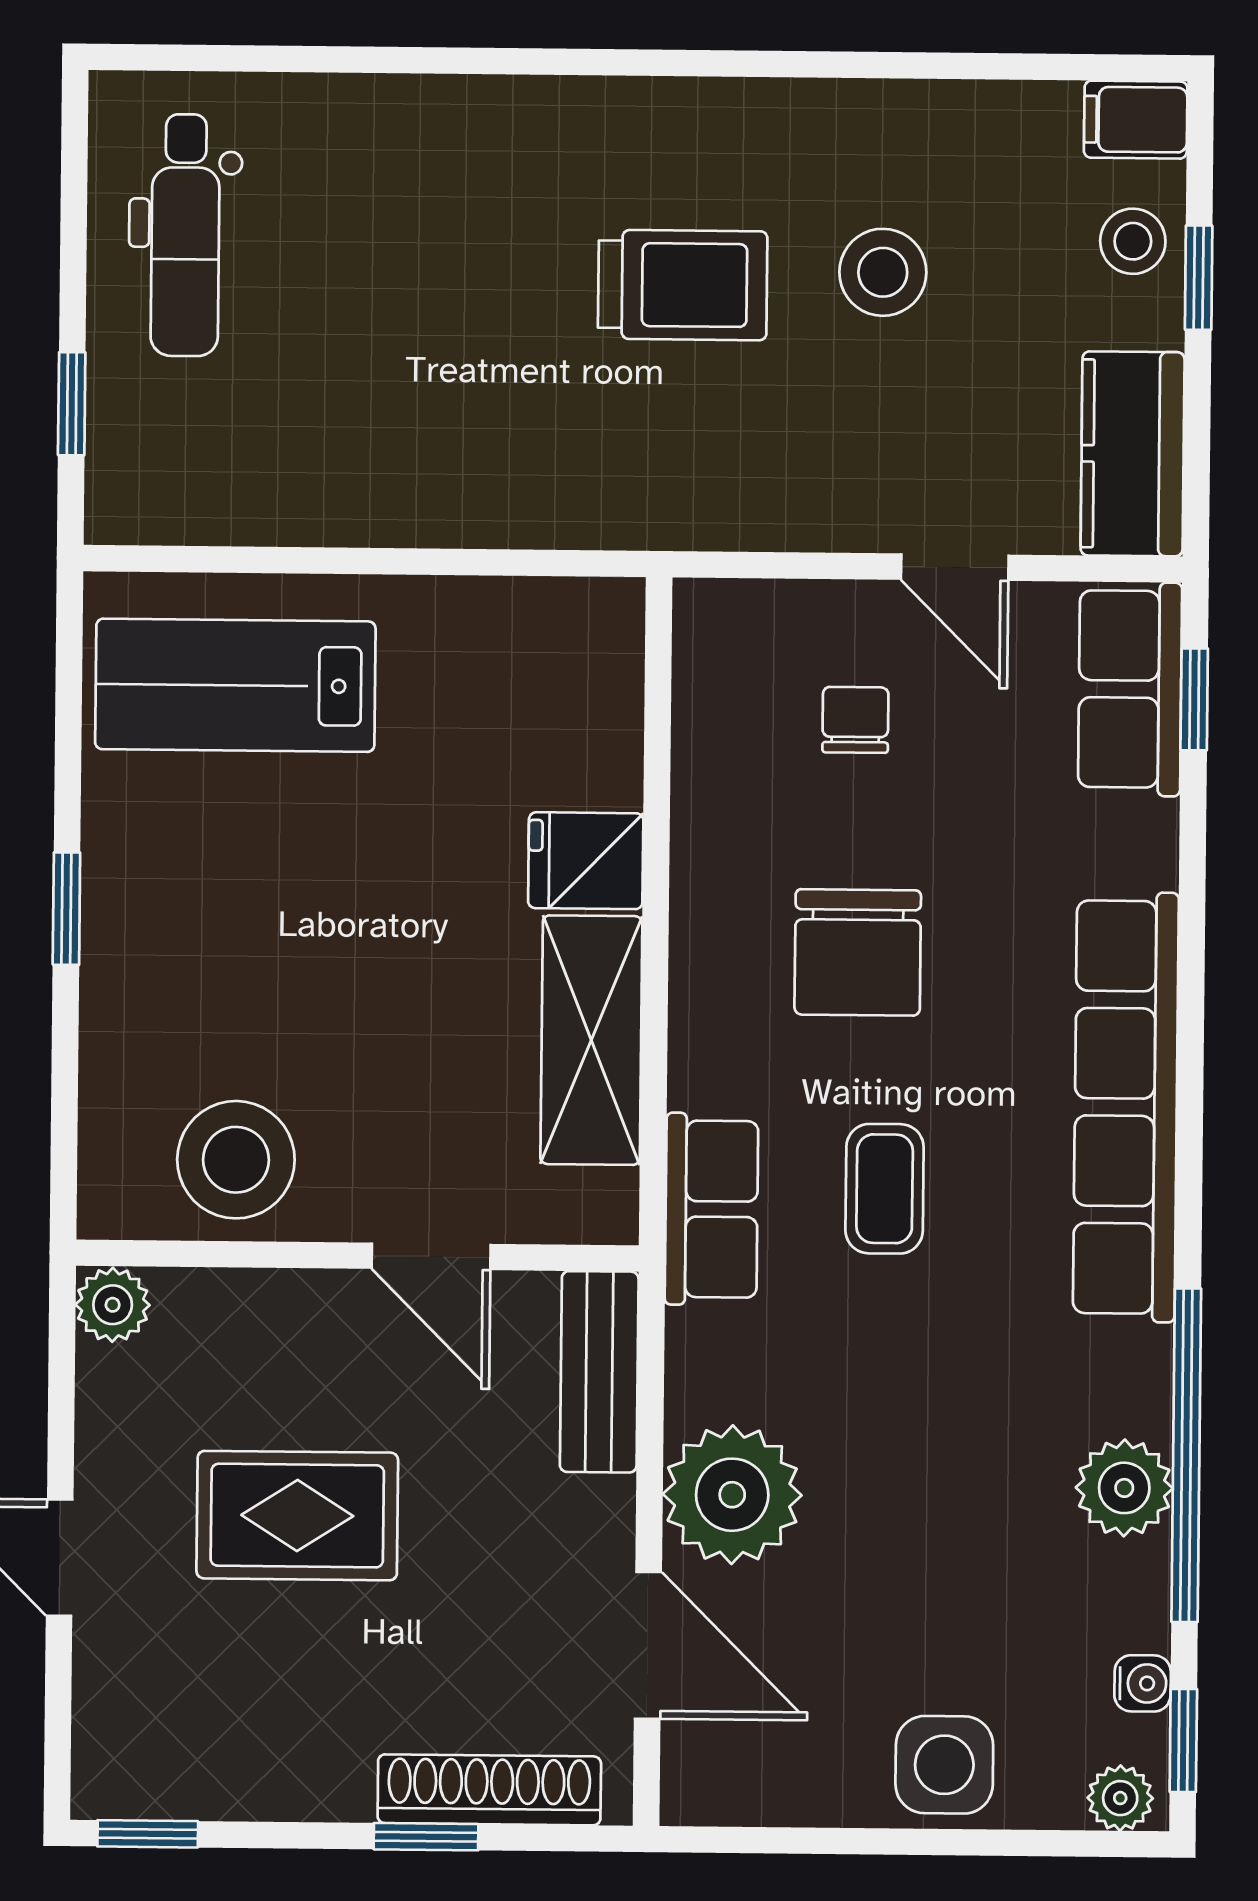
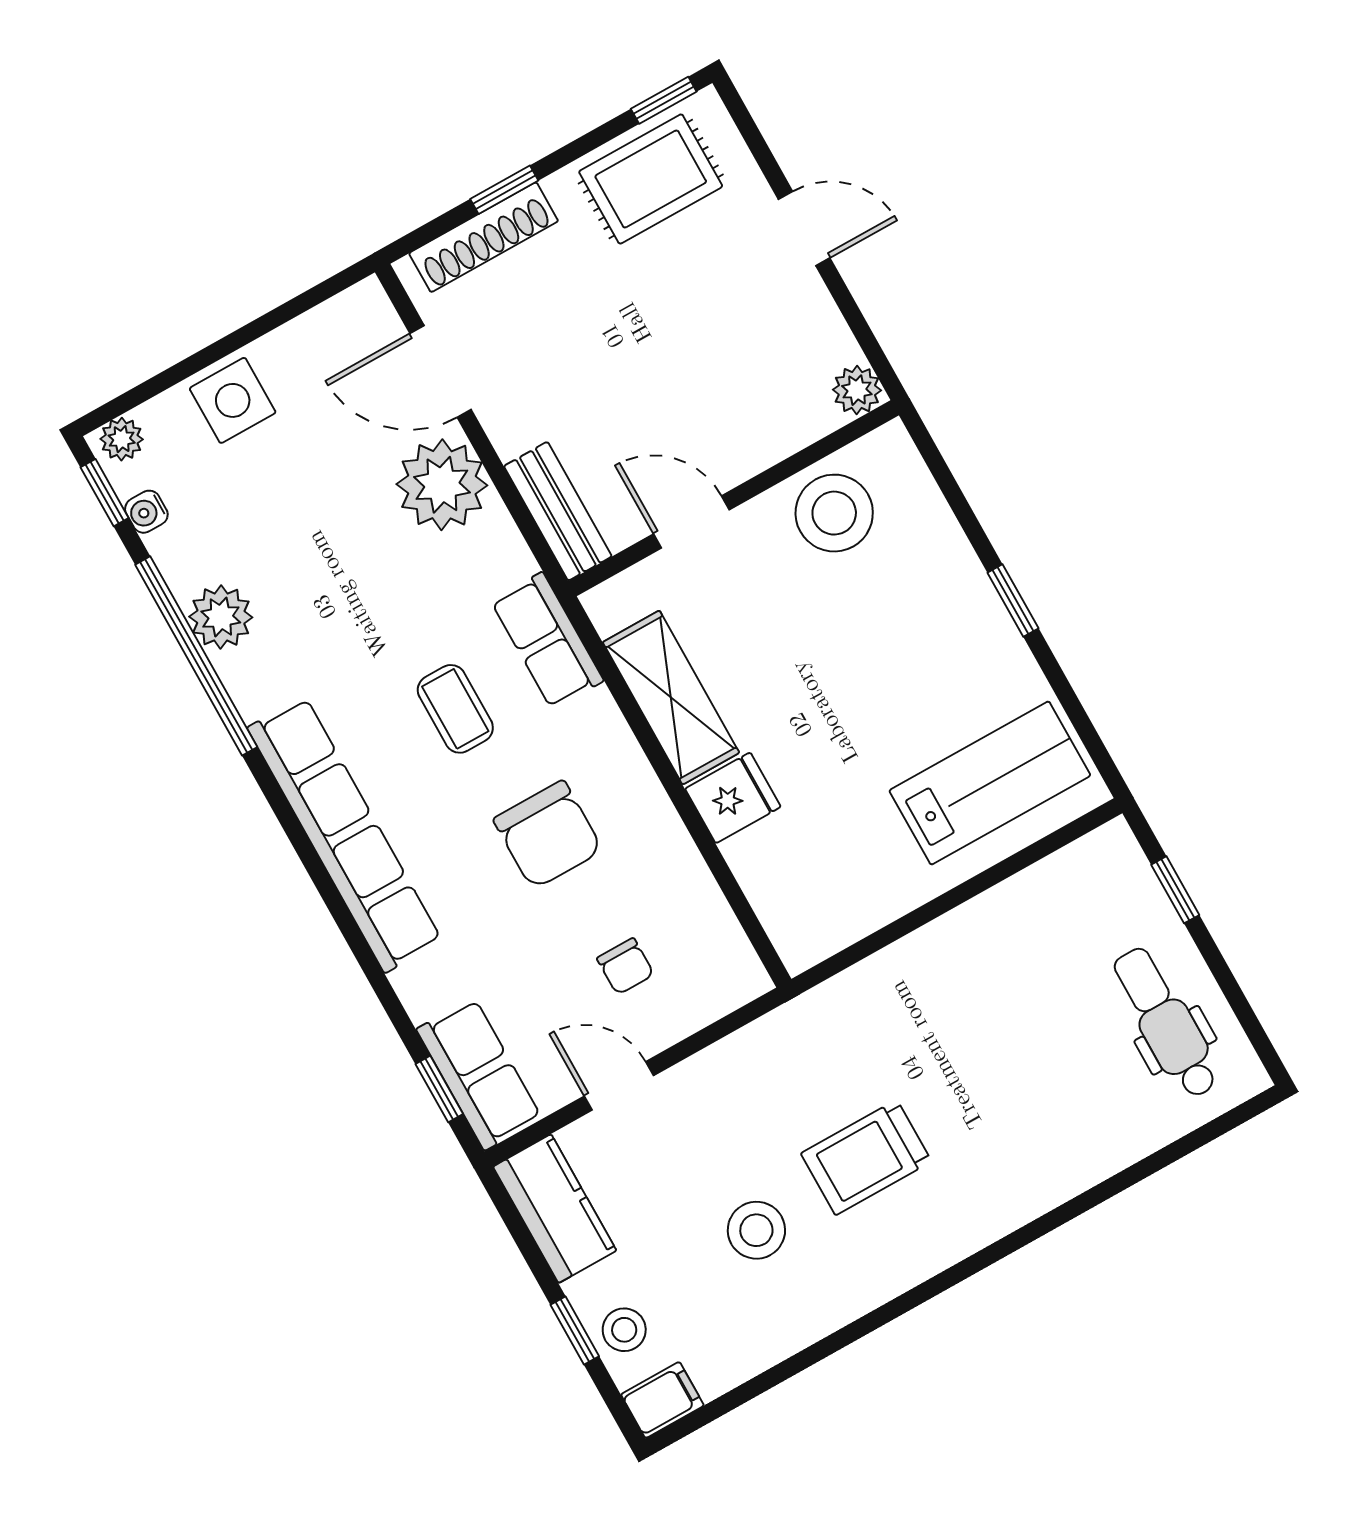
chair: (858, 952) -> (548, 835), turned 180
rug: (297, 1516) -> (651, 179), moved

